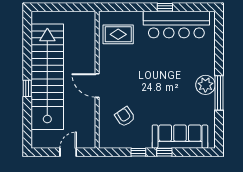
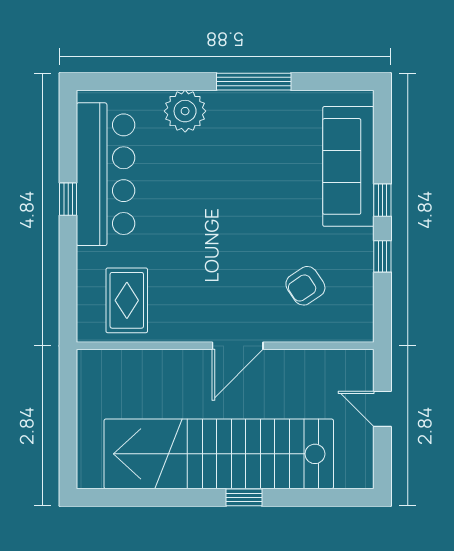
plant: (205, 85) -> (185, 111), moved

